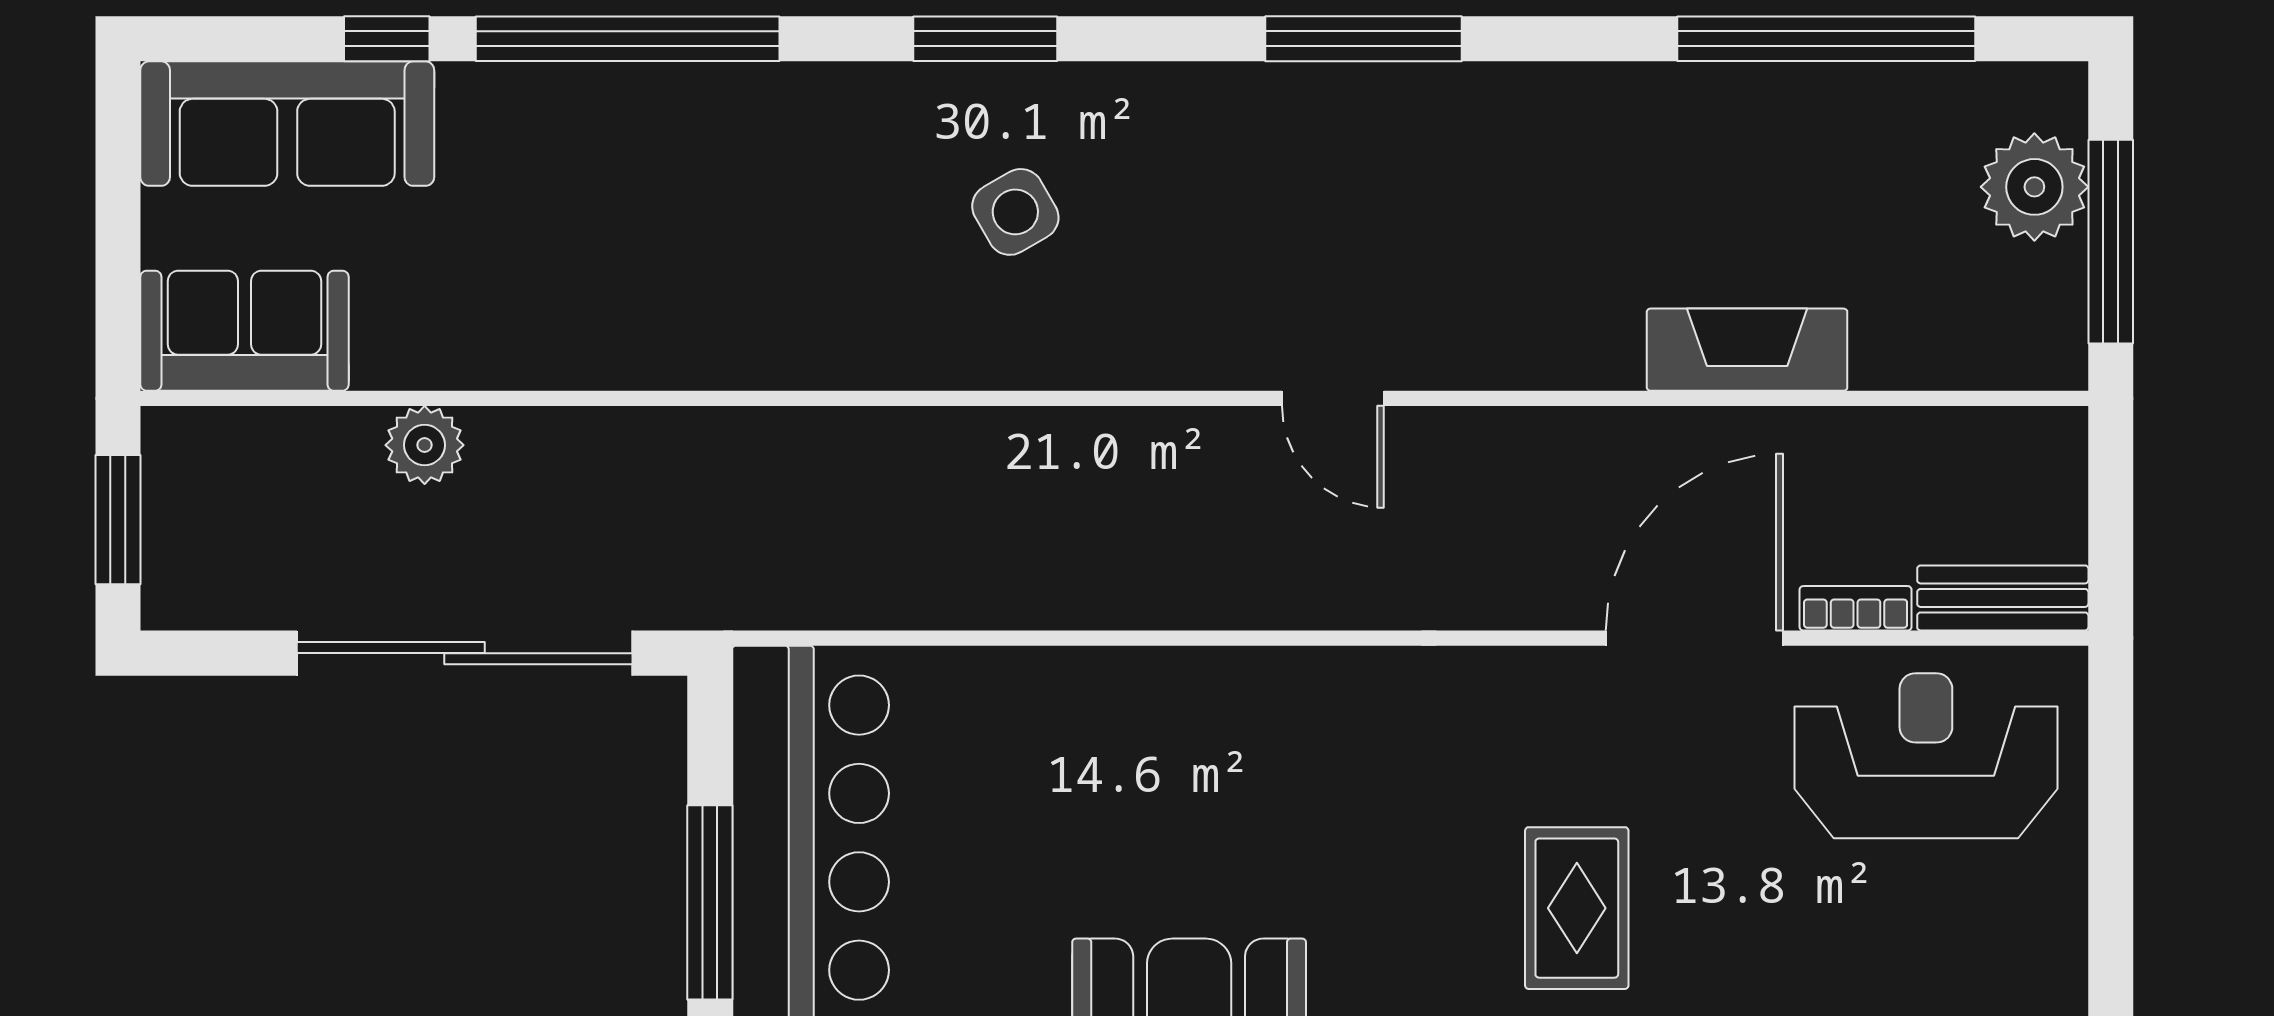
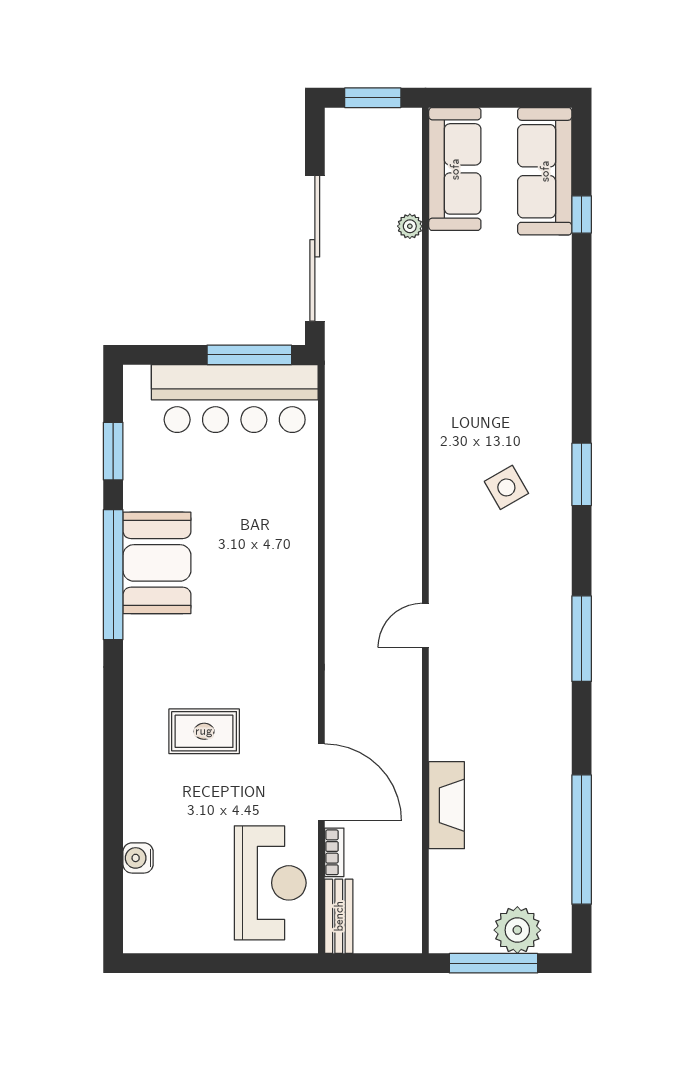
window: (628, 39) -> (582, 319), removed
sofa: (244, 331) -> (455, 169), width x1.36
plant: (425, 445) -> (410, 226), width x0.73, depth x0.73
window: (710, 902) -> (249, 355), moved

